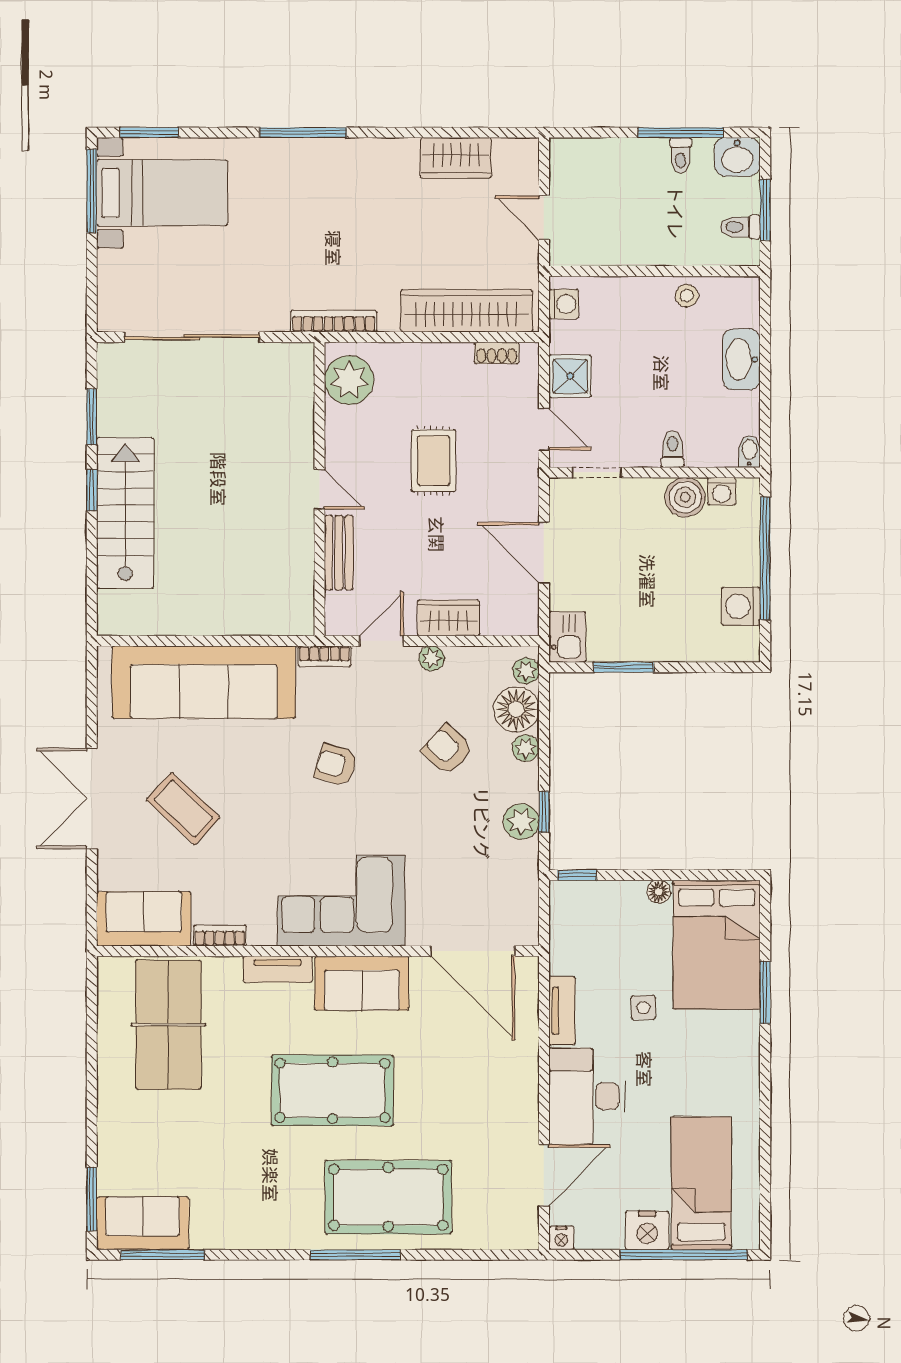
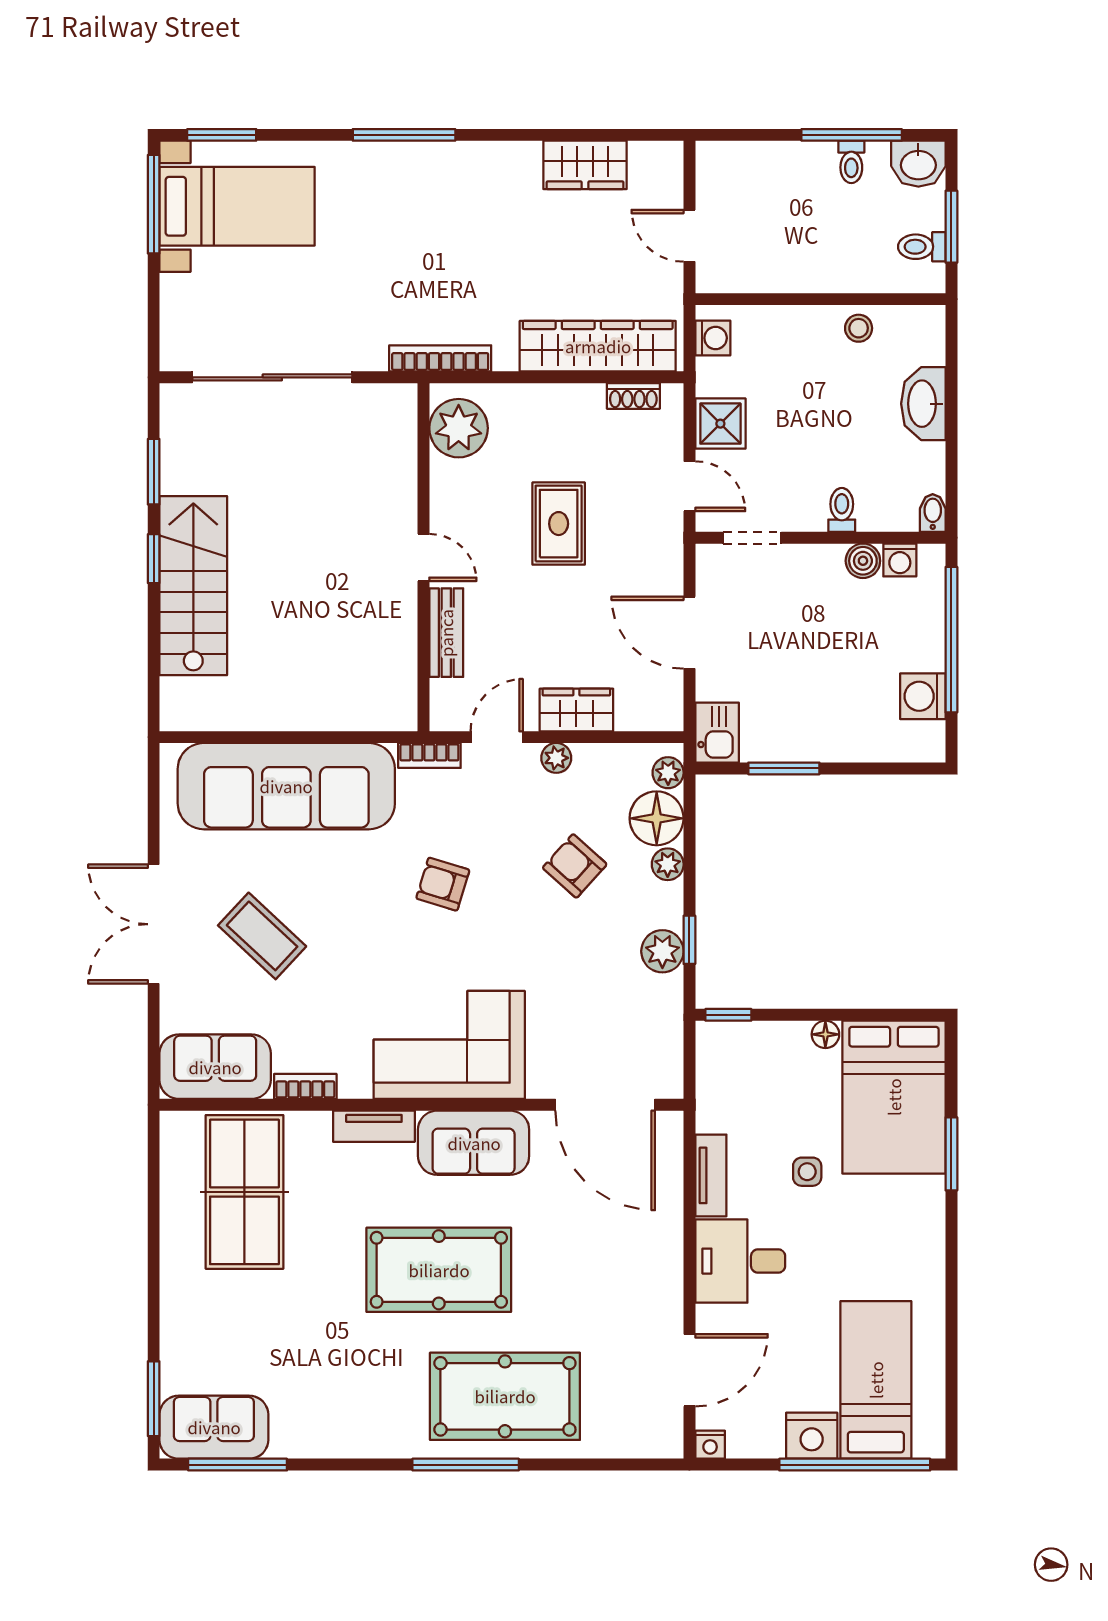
boiler: (685, 497) -> (863, 561), width x0.73, depth x0.73
desk: (587, 1096) -> (740, 1261), width x0.73

